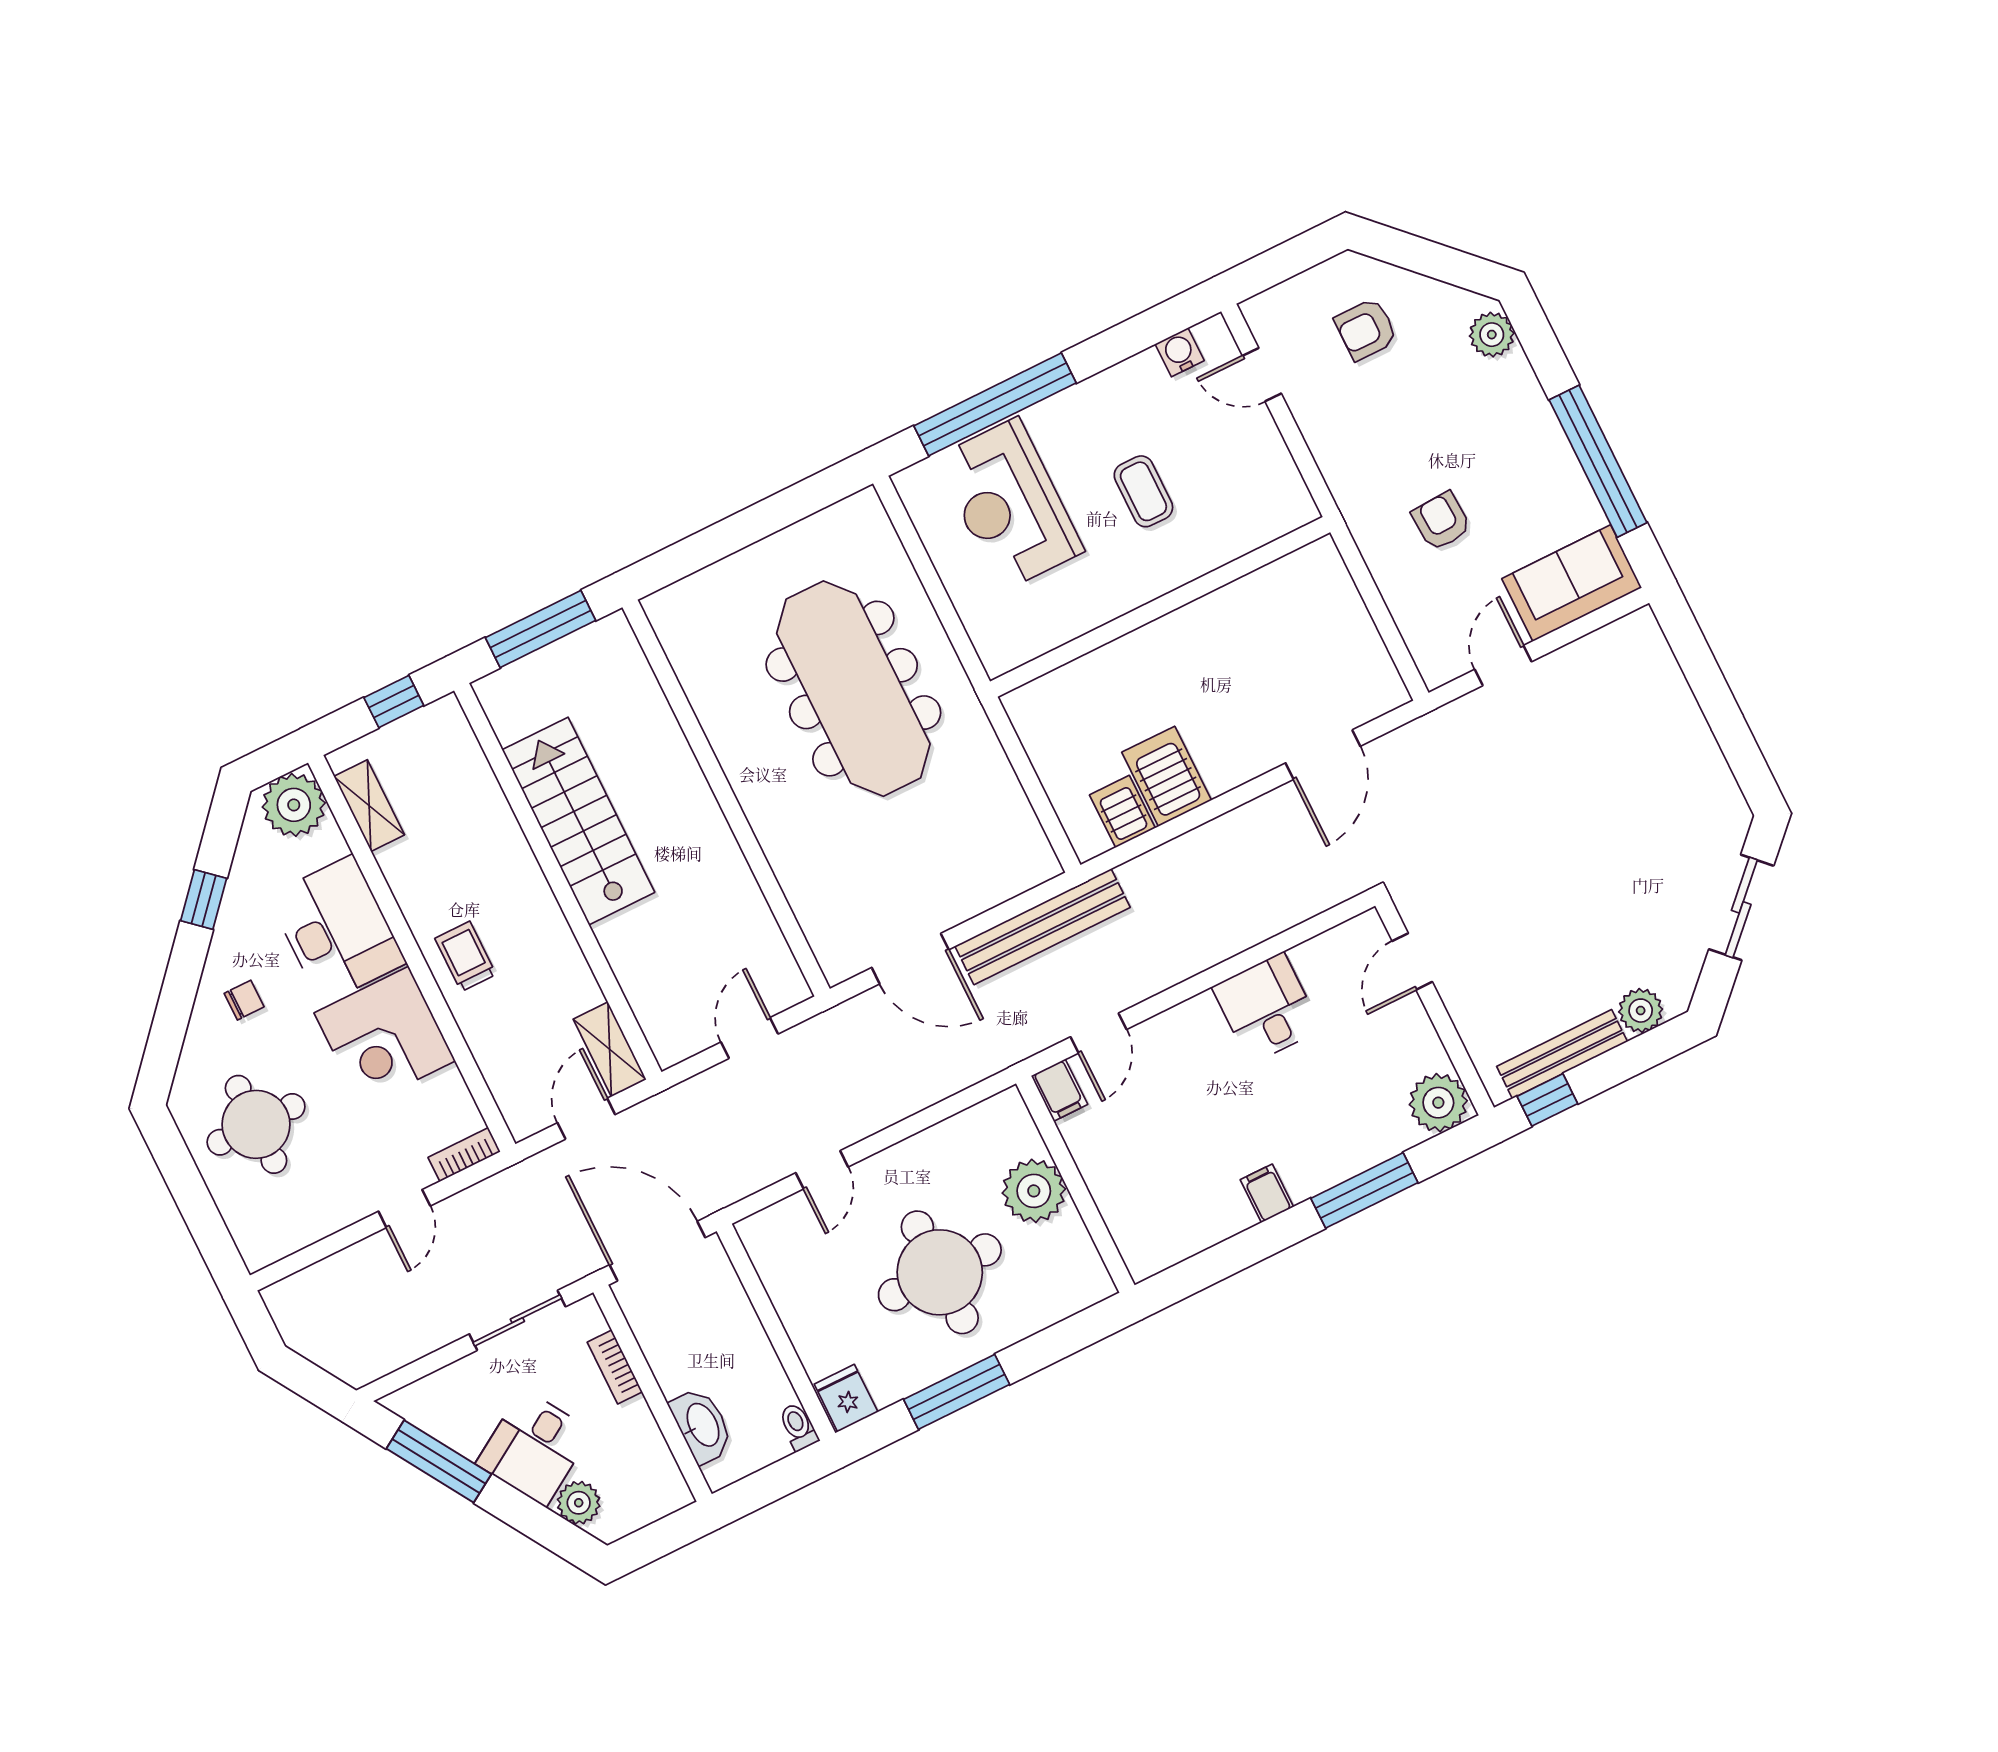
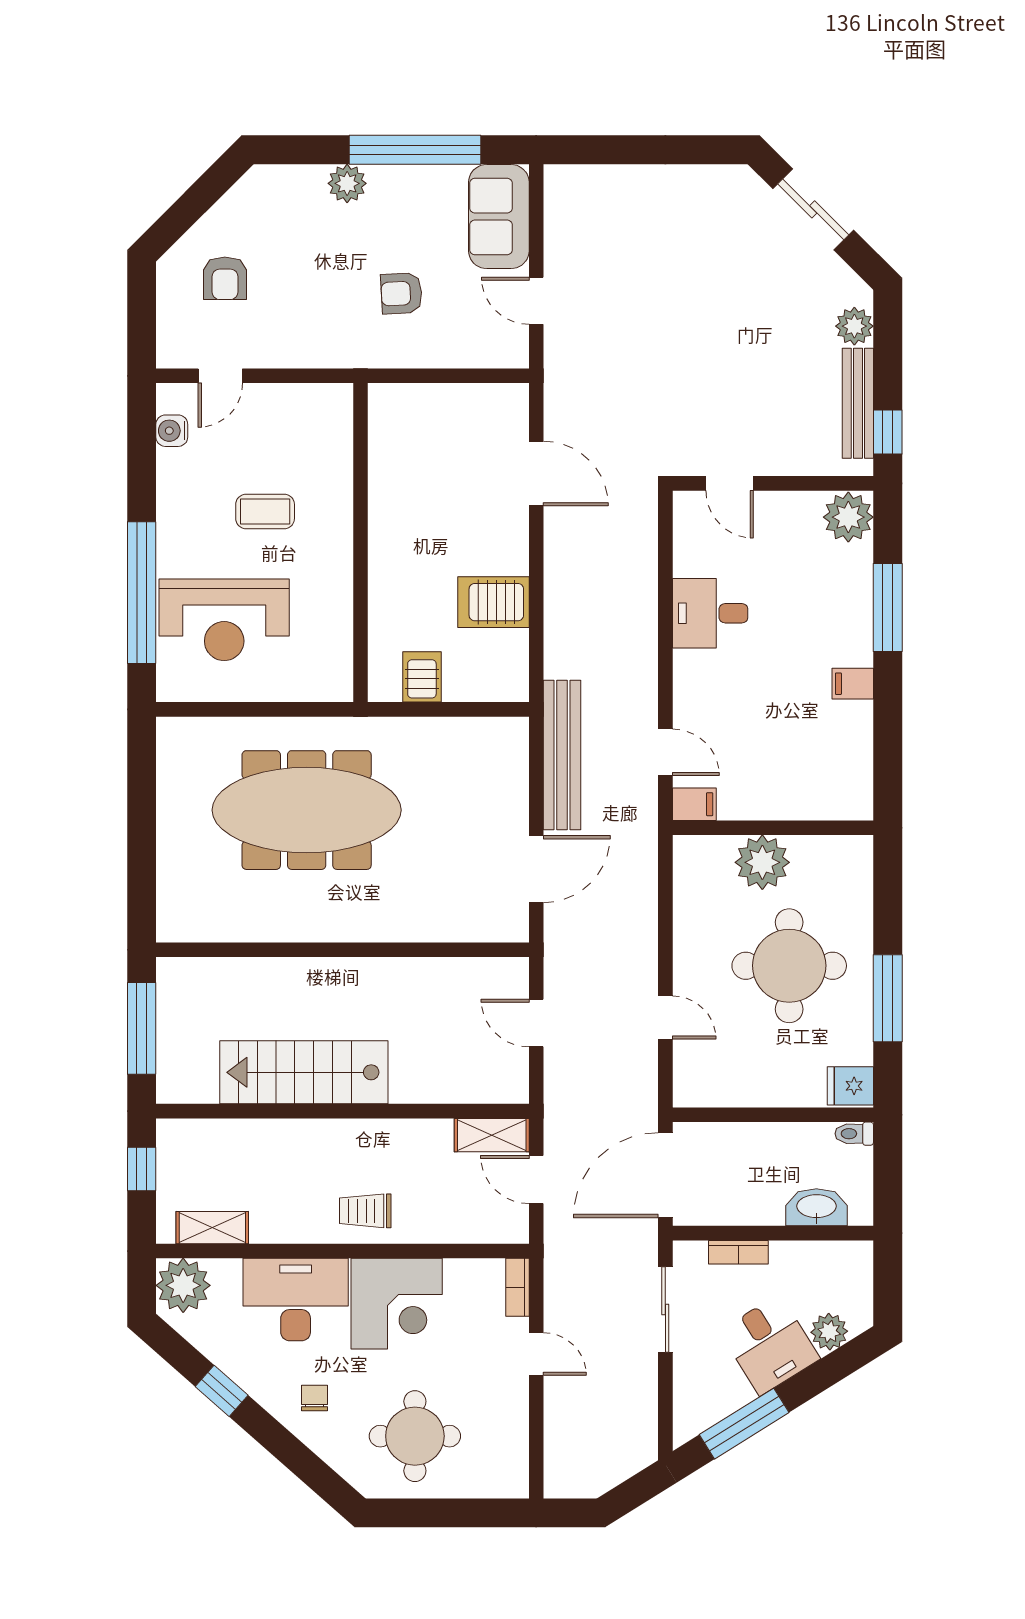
plant: (1492, 335) -> (347, 183), moved
server rack: (1122, 811) -> (422, 677), moved, turned 90

